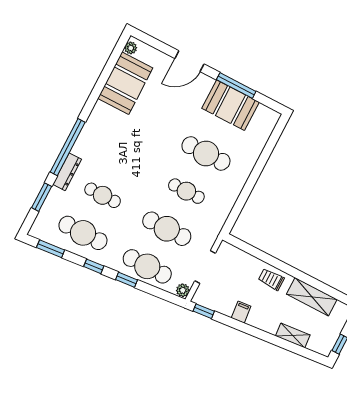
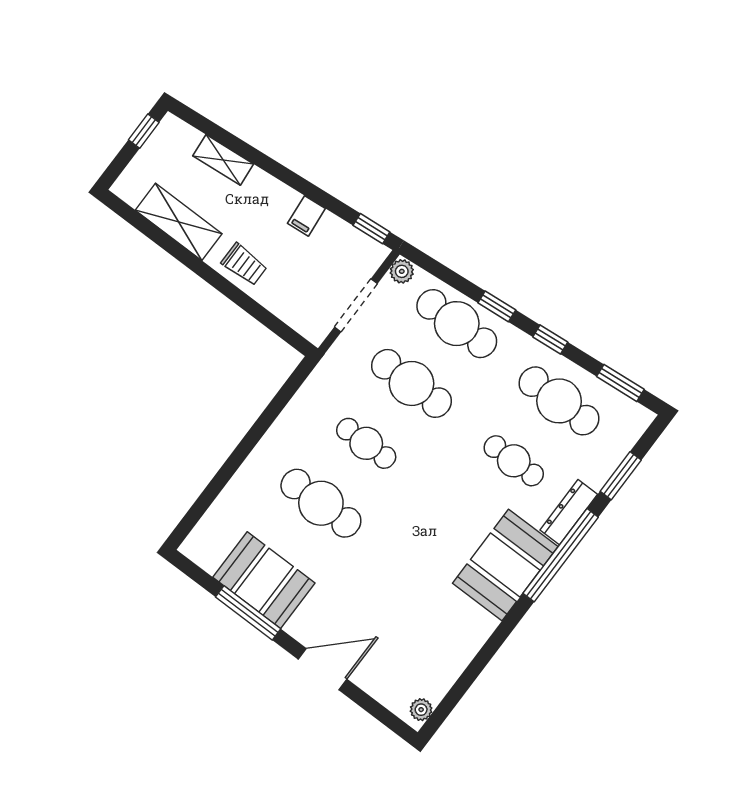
booth: (125, 83) -> (505, 565), moved

